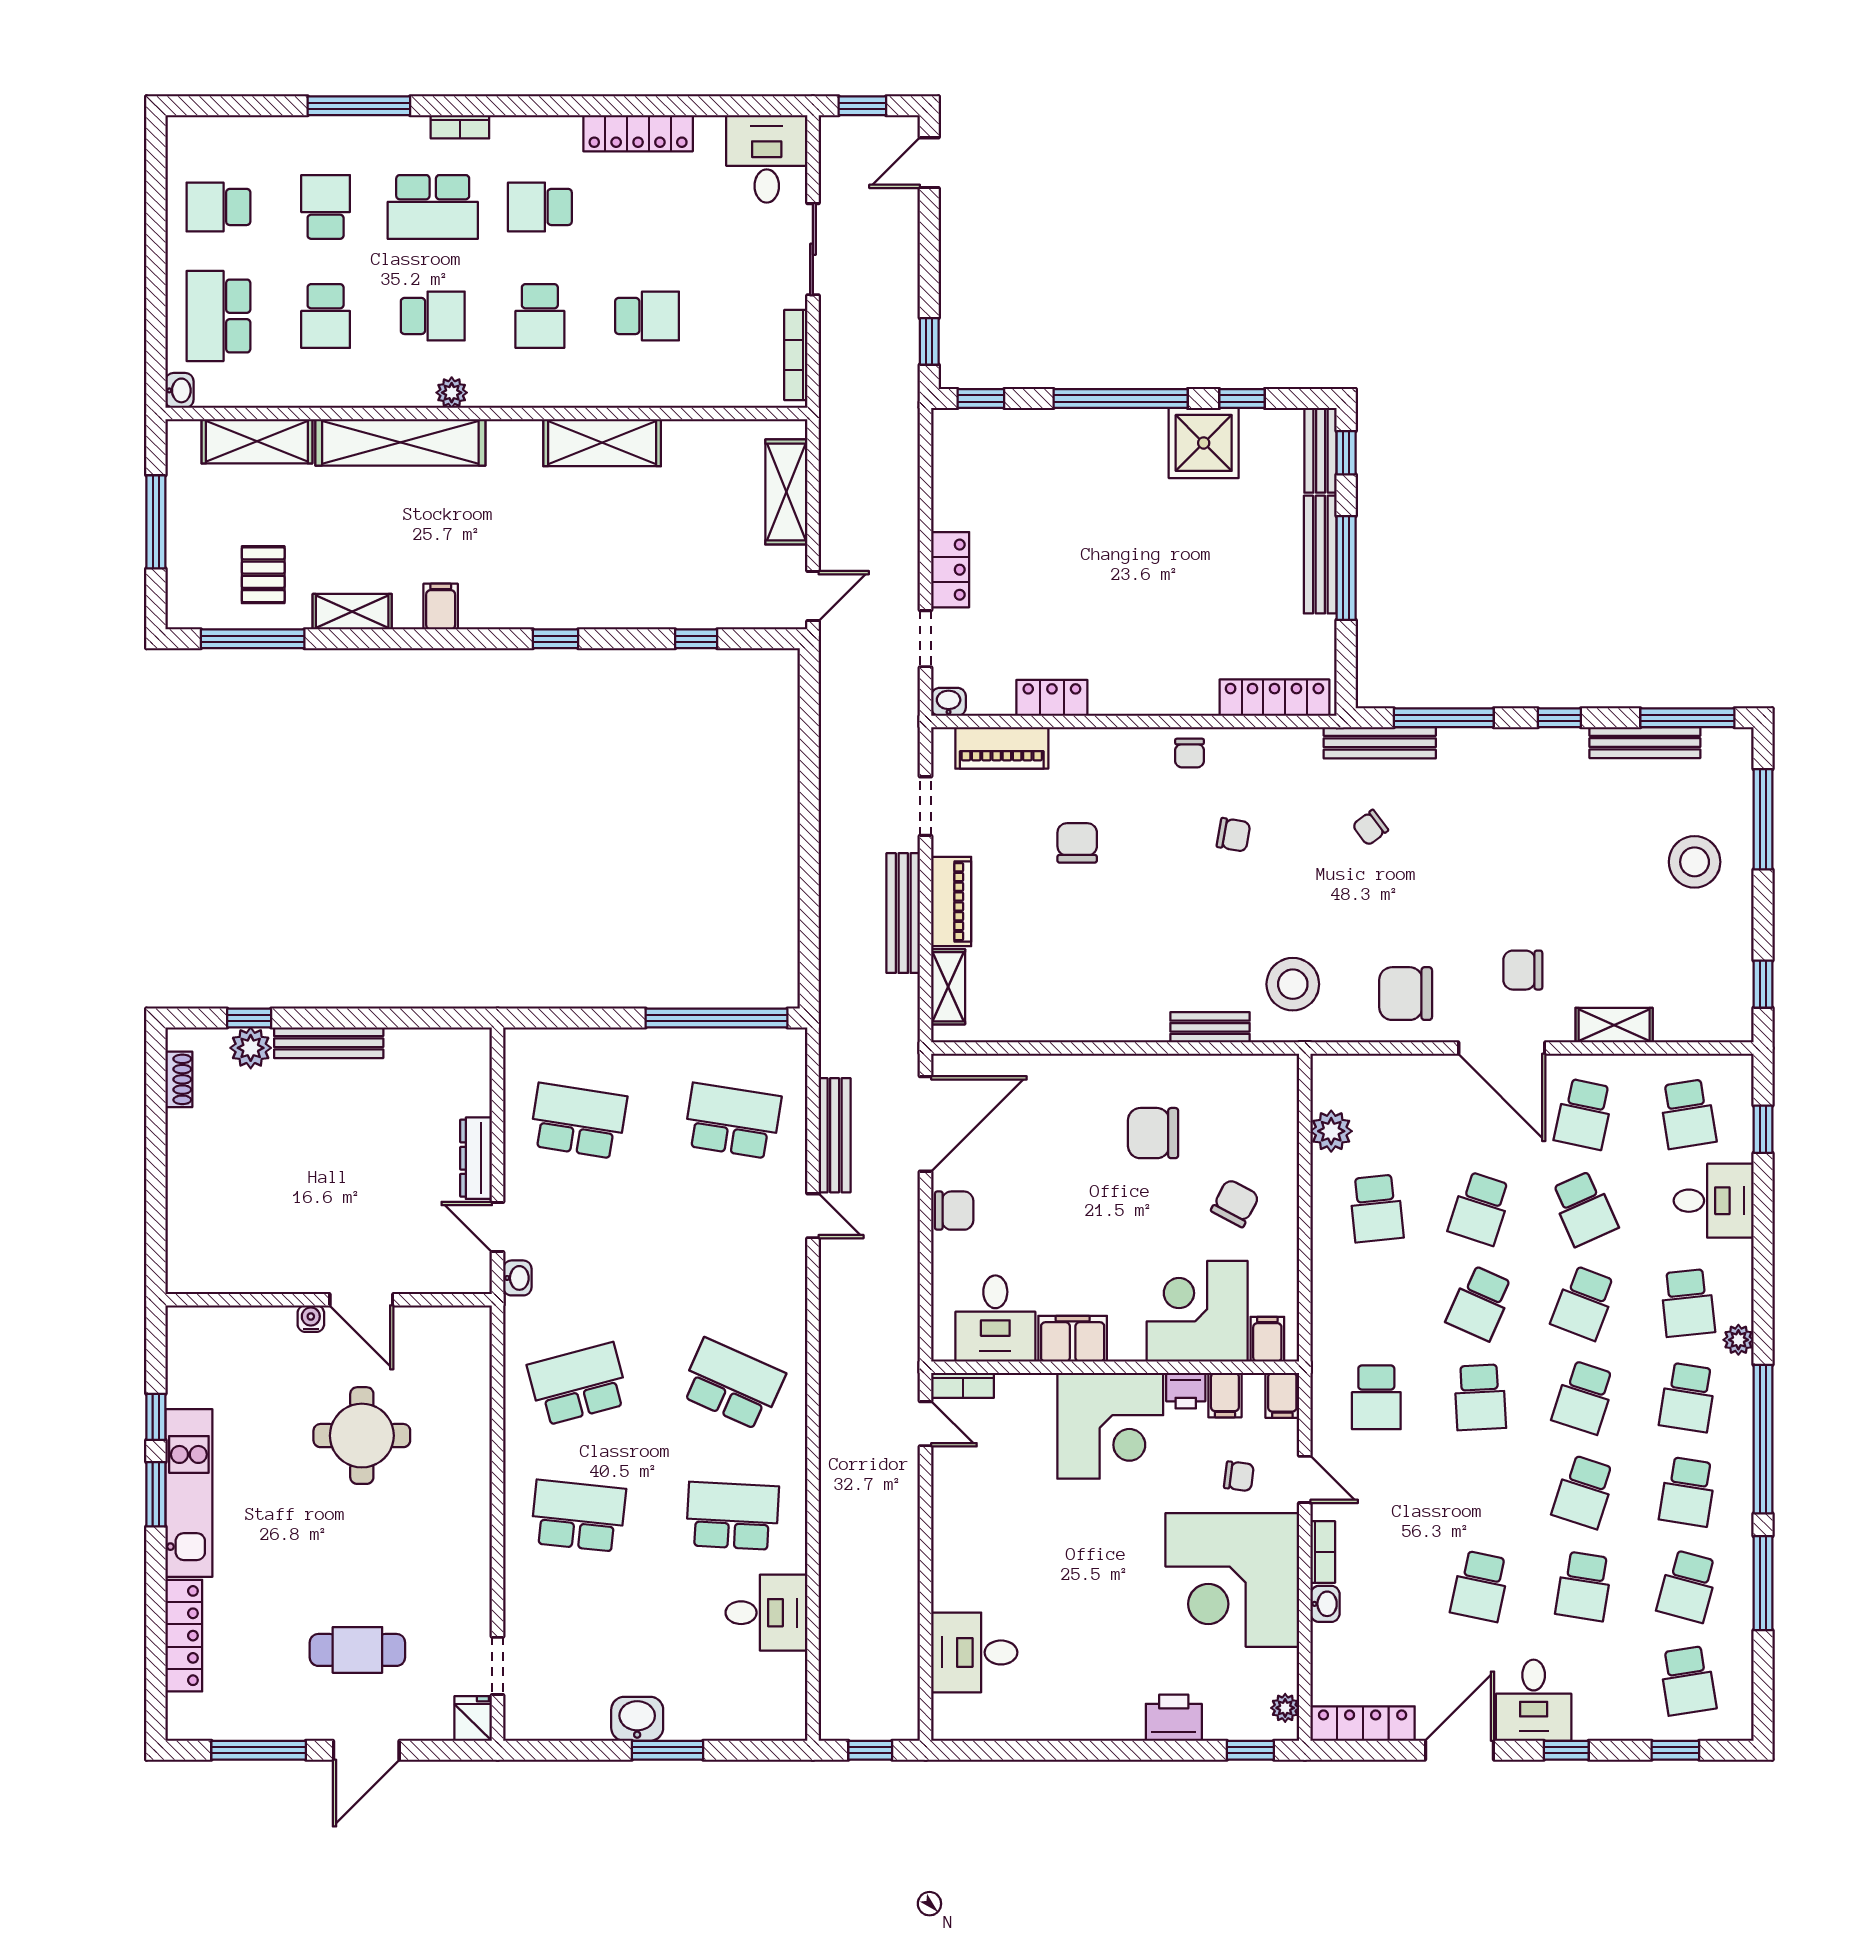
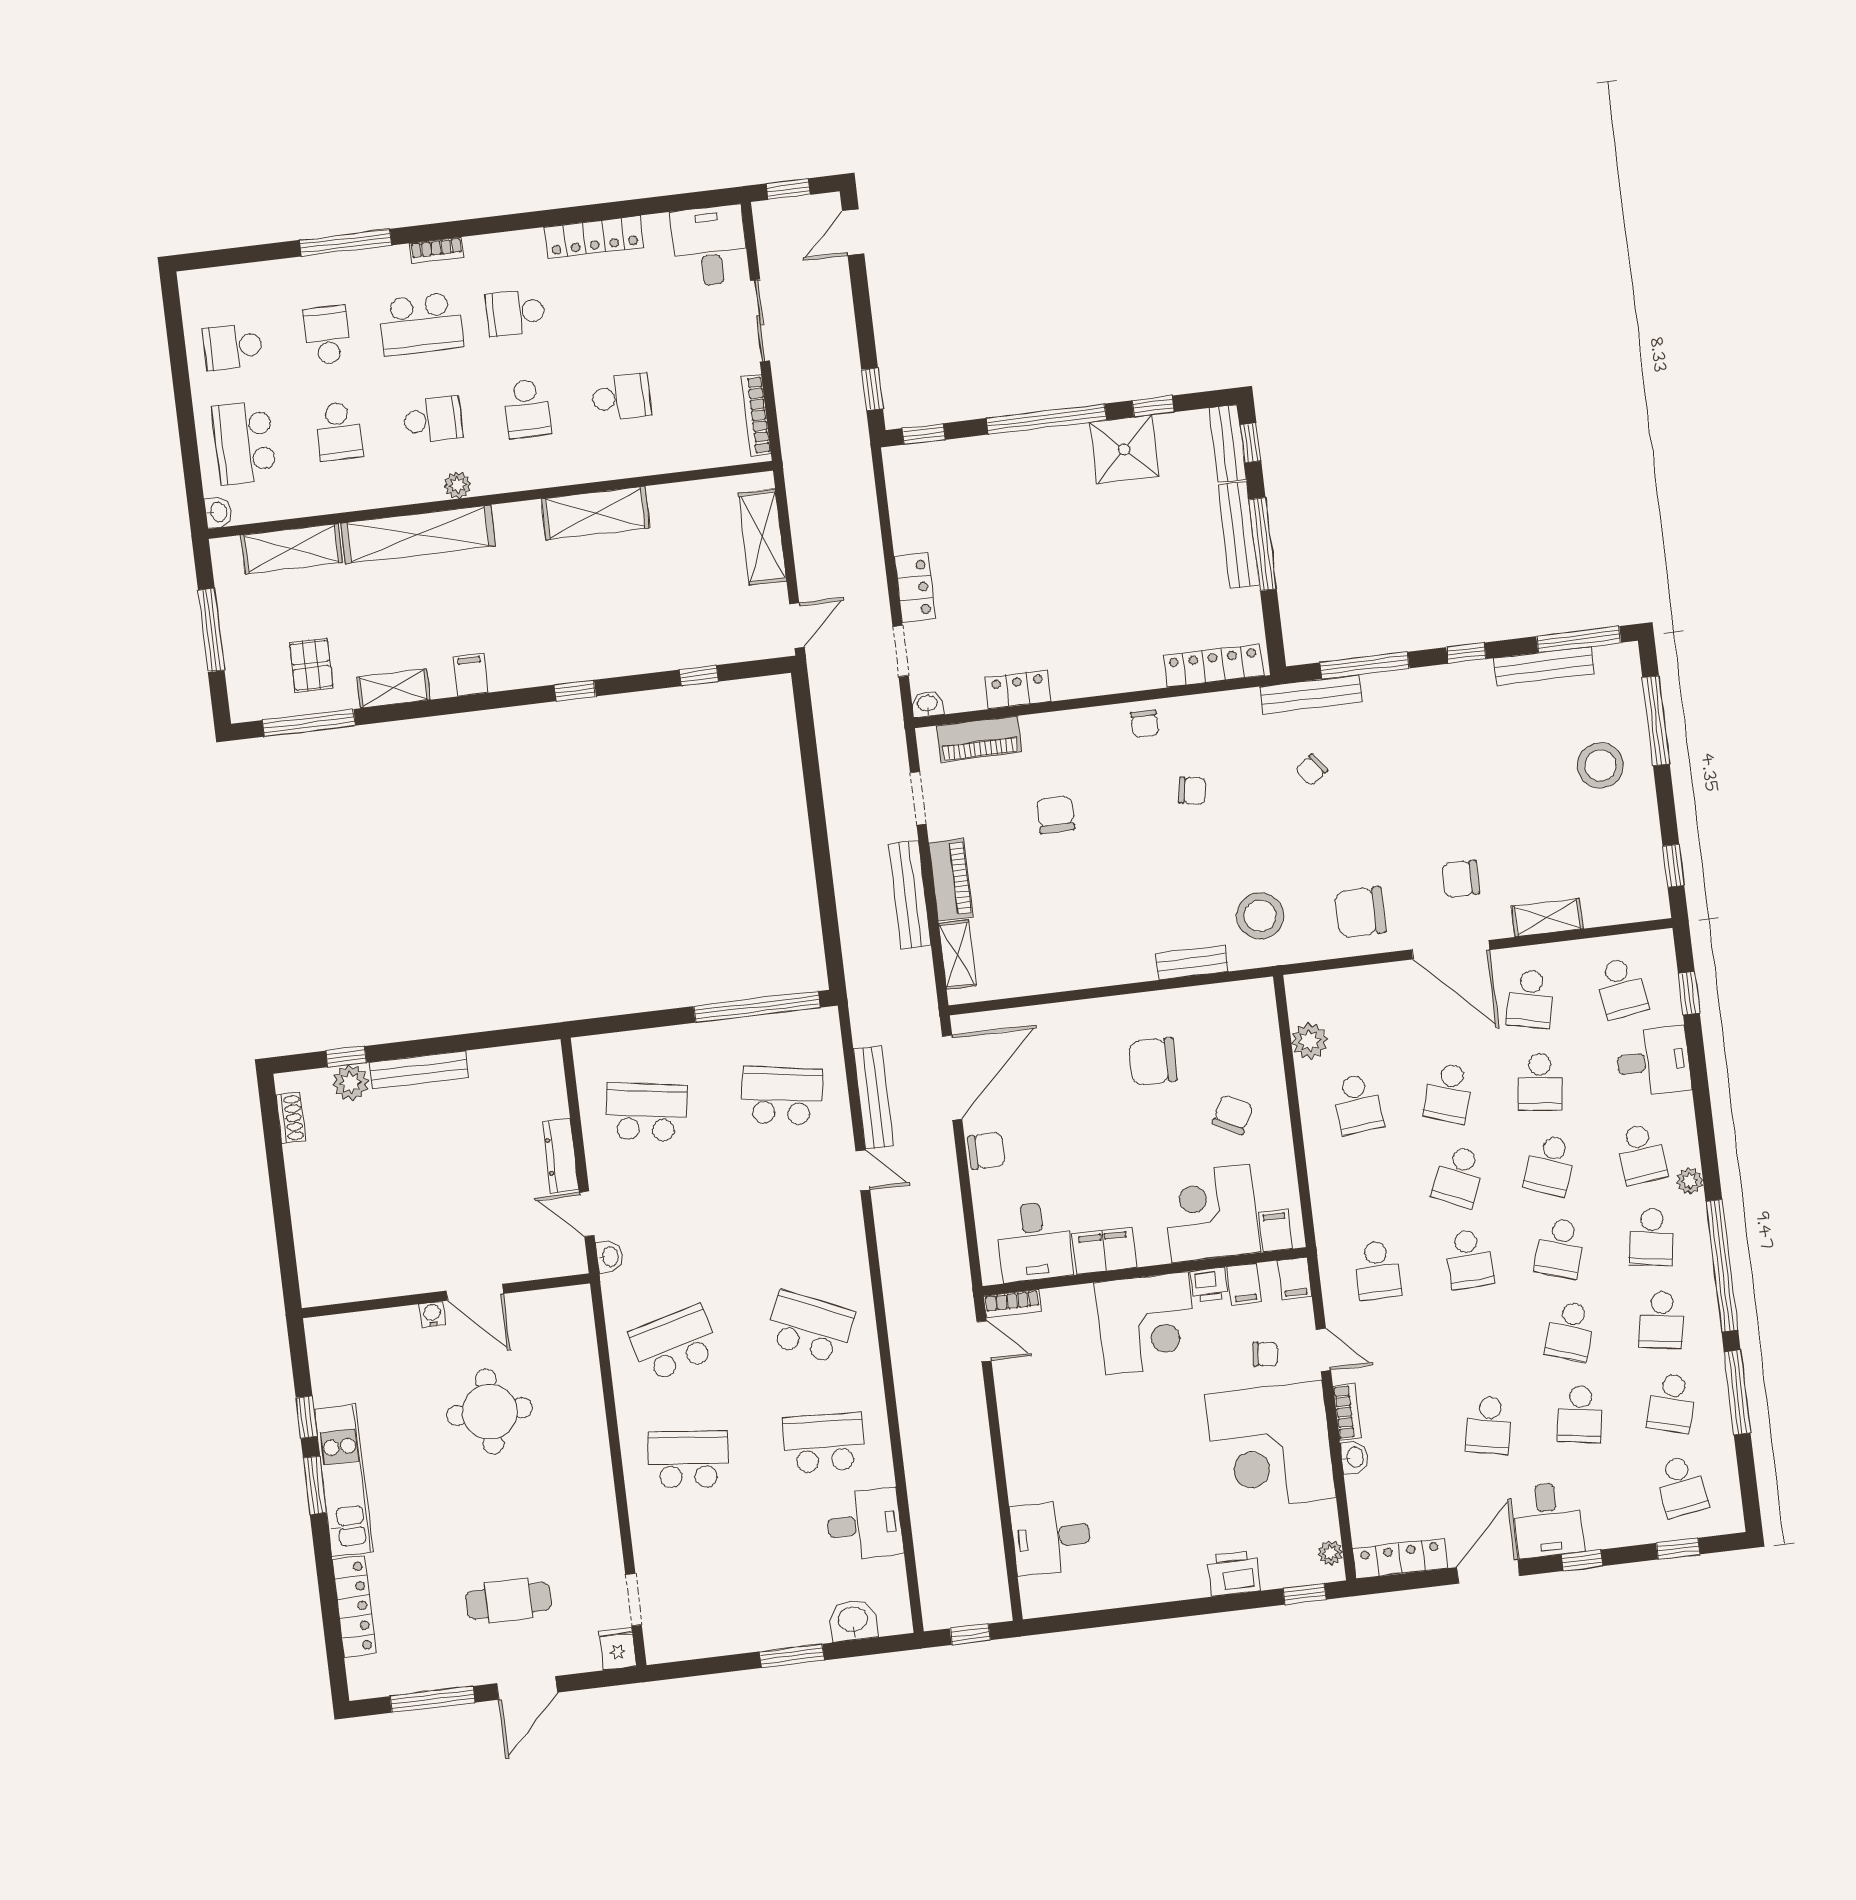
school desk: (1584, 1208) -> (1540, 1082), turned 30
washbasin: (637, 1719) -> (853, 1620), moved

